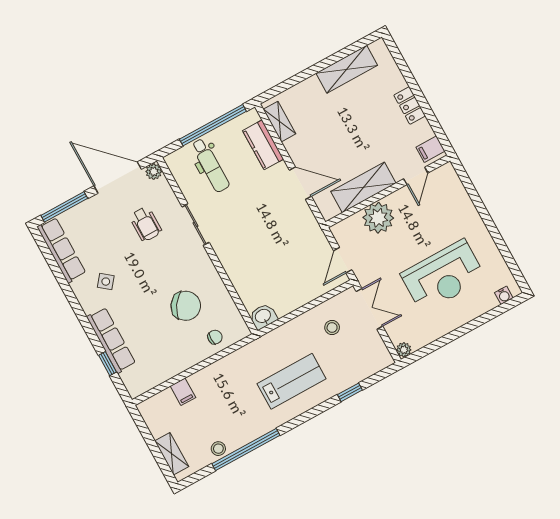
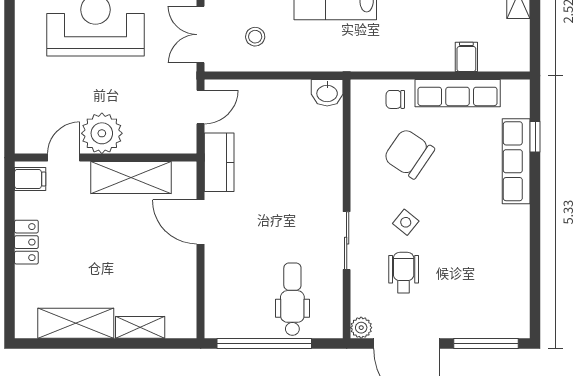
shelving: (279, 122) -> (140, 327), moved, turned 90
kitchen counter: (263, 145) -> (219, 162), moved
plant: (378, 218) -> (102, 133), moved
row of seats: (62, 250) -> (458, 93), moved, turned -90
side table: (106, 282) -> (406, 222), moved

